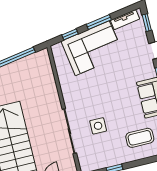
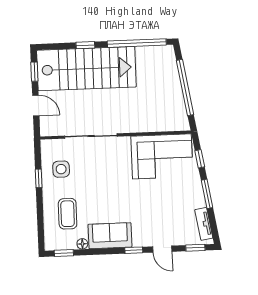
corner sofa: (92, 48) -> (162, 156), moved, turned -81
side table: (98, 126) -> (61, 169), moved

